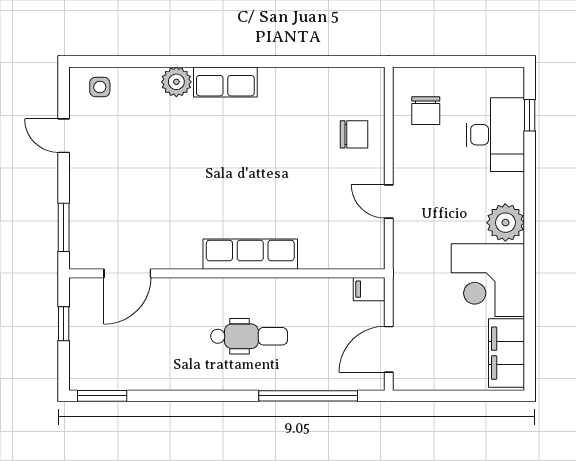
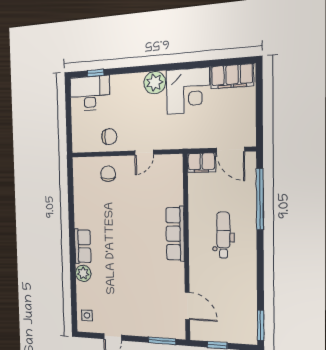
chair: (426, 111) -> (109, 137), moved
desk: (495, 135) -> (90, 93), moved
filing cabinet: (369, 289) -> (201, 163), width x2.00

